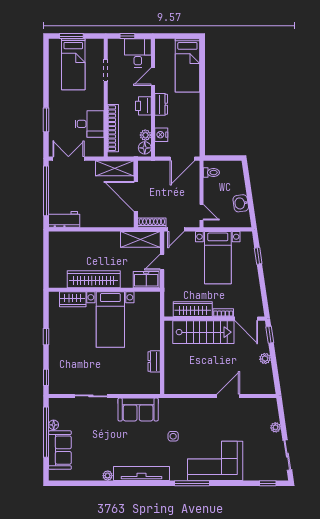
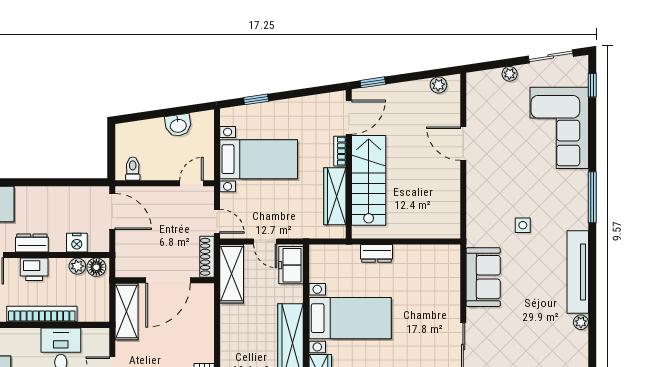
bookcase: (113, 128) -> (42, 314), moved
plant: (265, 359) -> (438, 85), moved
dresser: (154, 361) -> (377, 253), moved
corner sofa: (215, 461) -> (559, 128), moved

